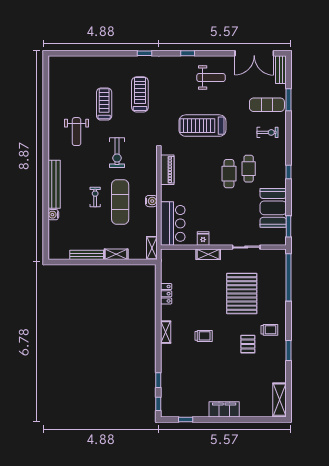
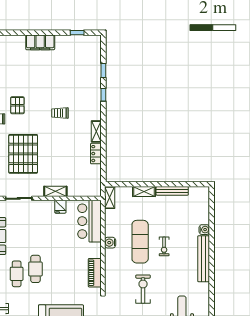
shelving: (166, 332) -> (96, 131), moved
window: (158, 404) -> (103, 95), moved

